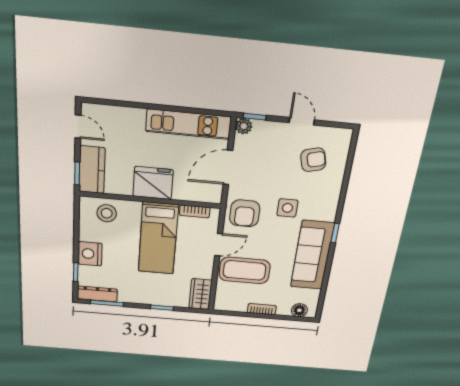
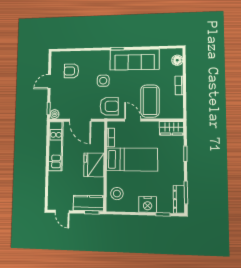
door: (78, 127) -> (62, 212), swing flipped
armchair: (313, 160) -> (71, 71), turned -75

